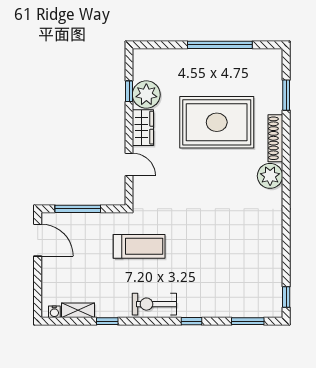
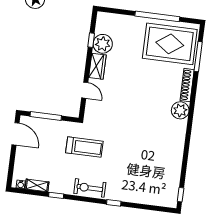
window: (286, 95) -> (198, 57), width x1.44
rug: (217, 122) -> (170, 44), moved
window: (248, 321) -> (152, 208), removed

